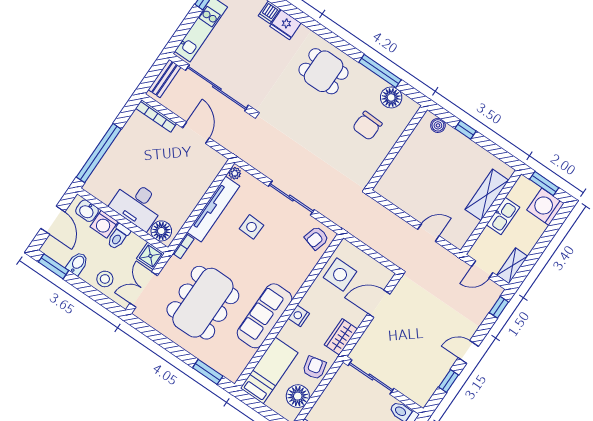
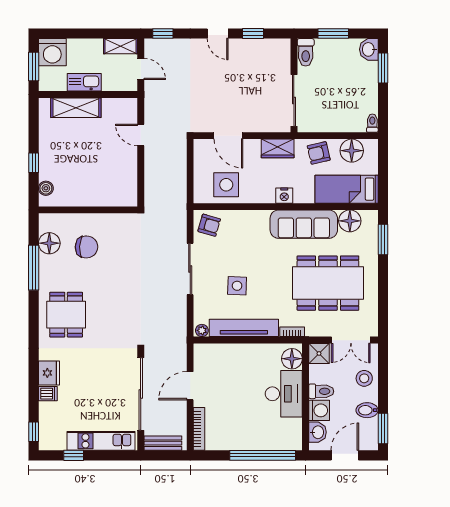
floor lamp: (241, 355) -> (350, 221), added

